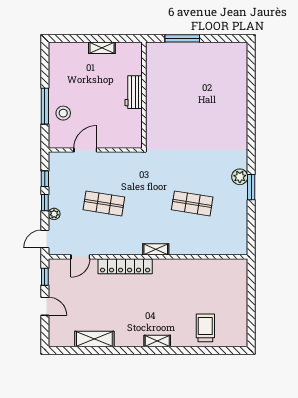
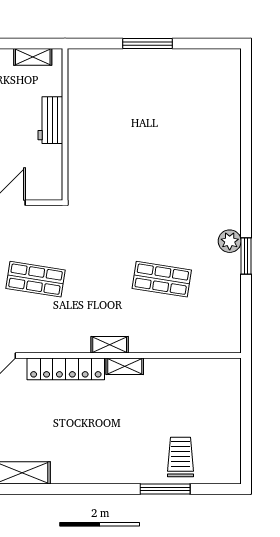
workbench: (134, 92) -> (50, 120), moved
wall: (144, 95) -> (65, 124), moved
shelving: (157, 341) -> (125, 366), moved
window: (195, 350) -> (165, 489), added

